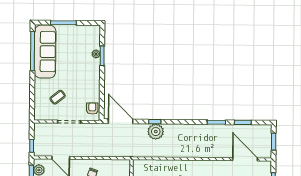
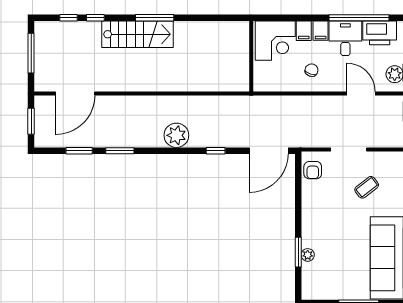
door: (121, 121) -> (269, 151), hinge flipped
plant: (156, 132) -> (176, 135), moved
door: (245, 159) -> (75, 94), hinge flipped

